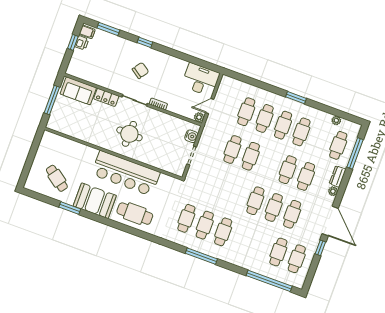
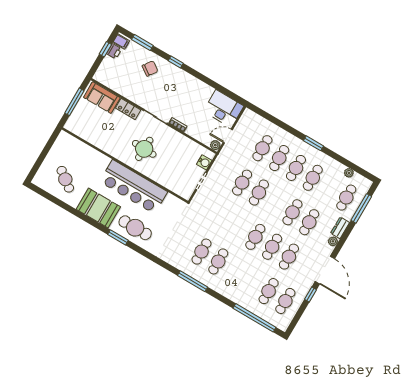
chair: (140, 70) -> (150, 68), moved
window: (70, 208) -> (118, 237), moved
cafe table: (186, 218) -> (185, 242), removed

